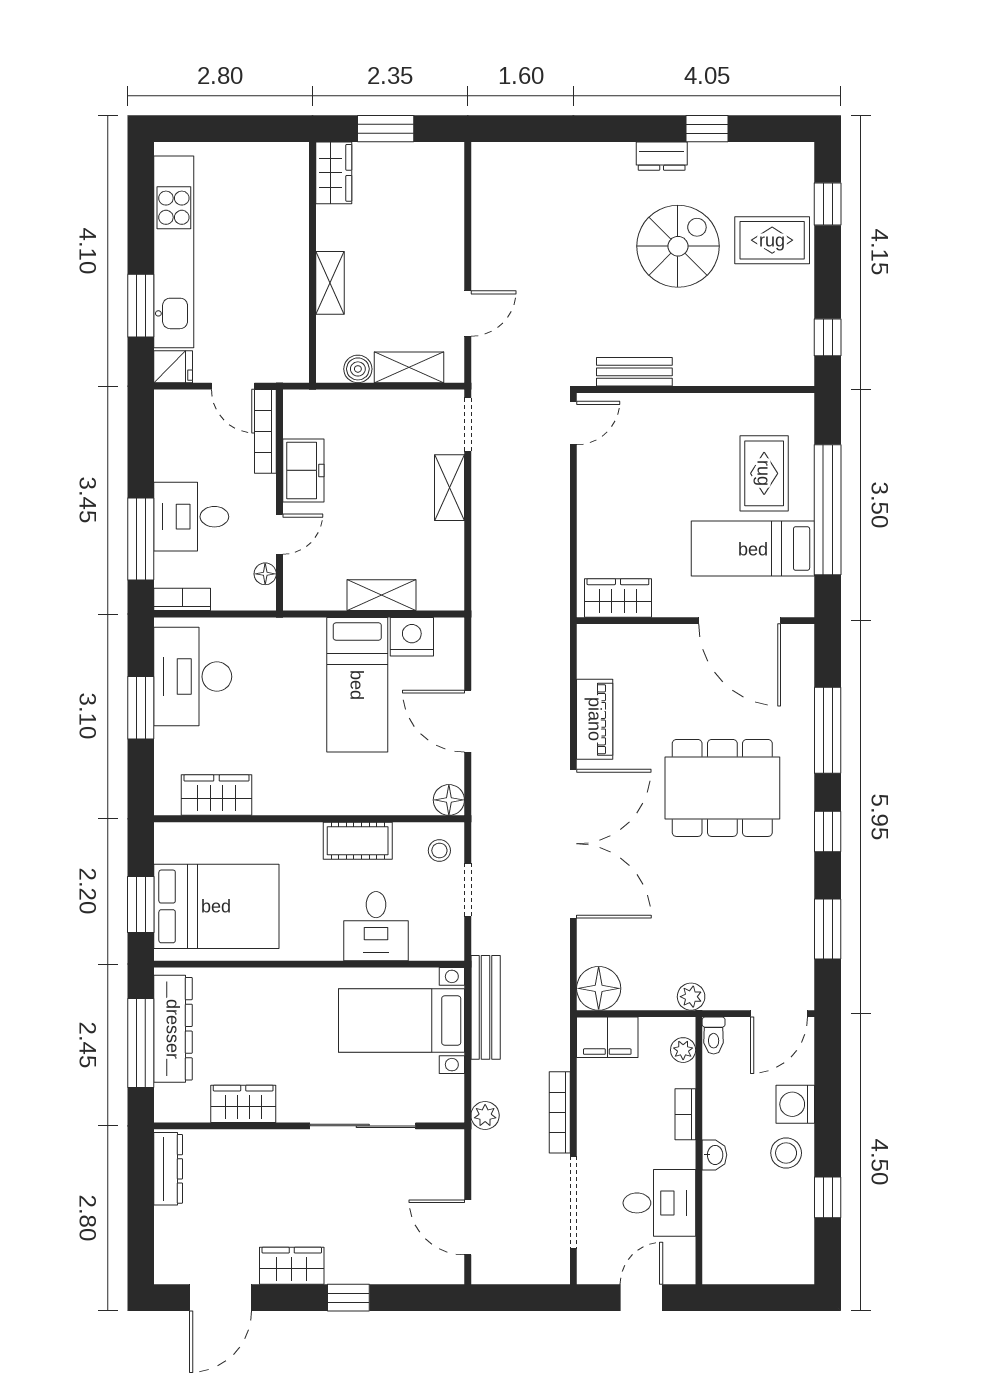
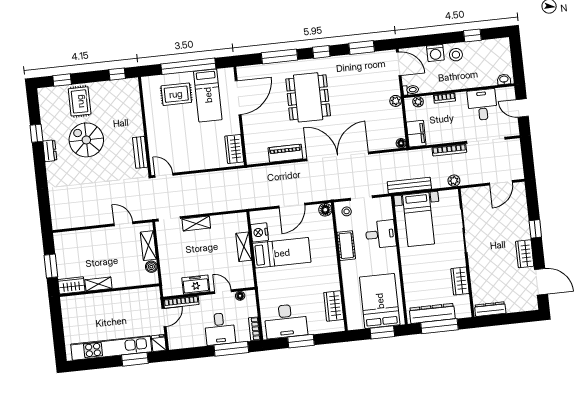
shelving: (330, 283) -> (98, 284), moved
floor lamp: (599, 988) -> (401, 143), width x0.53, depth x0.53
washbasin: (714, 1155) -> (504, 79), moved

